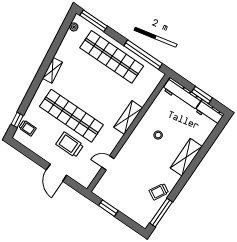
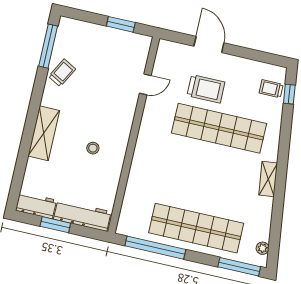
shelving: (128, 118) -> (142, 156), removed

